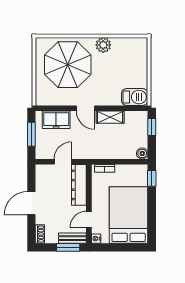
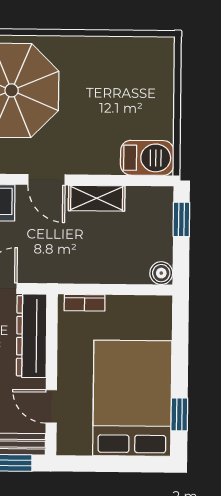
plant: (103, 45) -> (84, 51), removed
window: (152, 178) -> (179, 414), moved
door: (89, 219) -> (51, 406), hinge flipped
nightstand: (96, 239) -> (65, 446), removed

